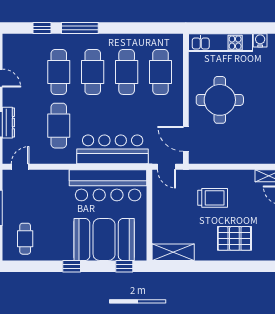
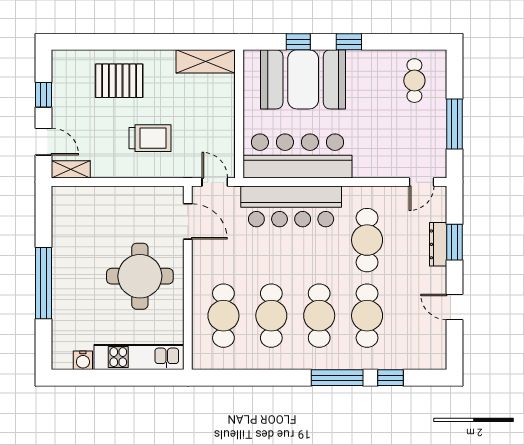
trolley: (213, 198) -> (150, 138), turned 180
window: (124, 266) -> (298, 42), moved

